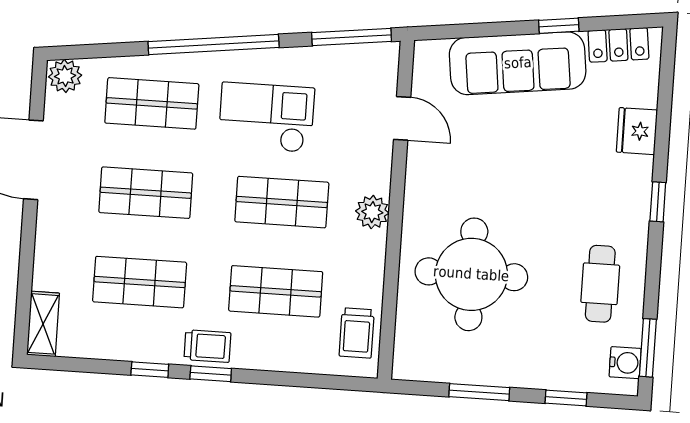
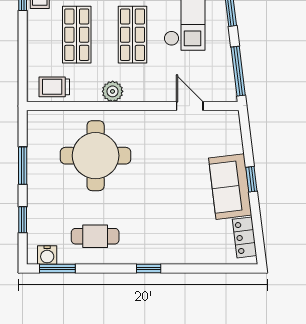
window: (559, 26) -> (251, 179), moved
sofa: (518, 63) -> (230, 187), width x0.73
door: (402, 118) -> (190, 106), swing flipped
fridge: (637, 131) -> (192, 253), removed
plant: (372, 212) -> (113, 91), moved

